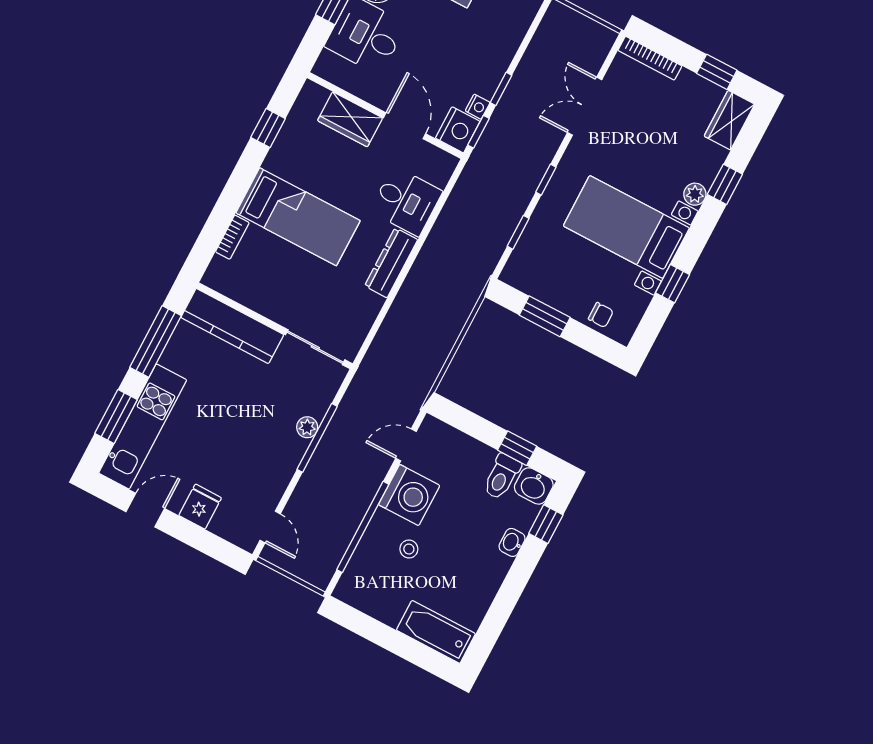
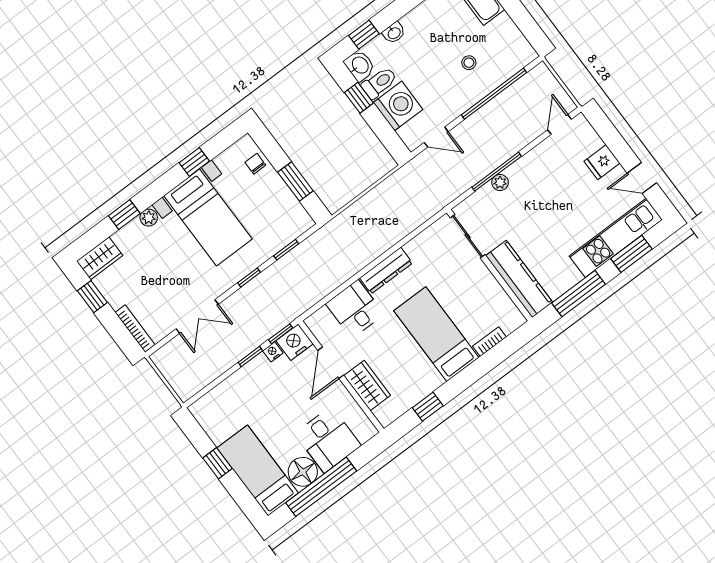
washing machine: (409, 495) -> (398, 106), moved, turned 90

